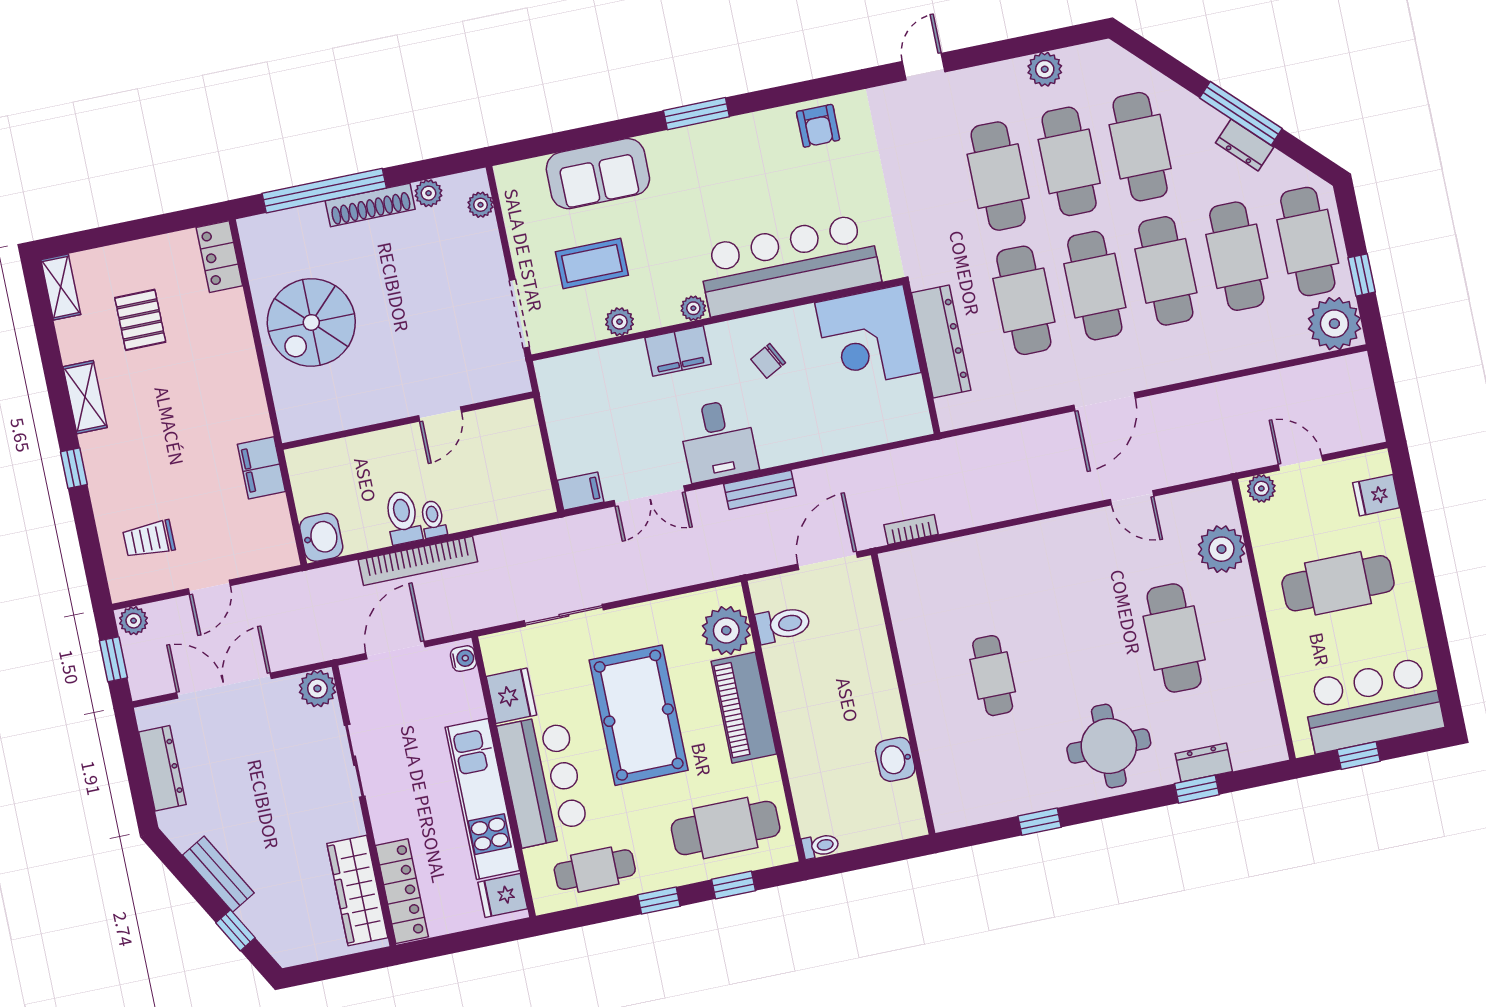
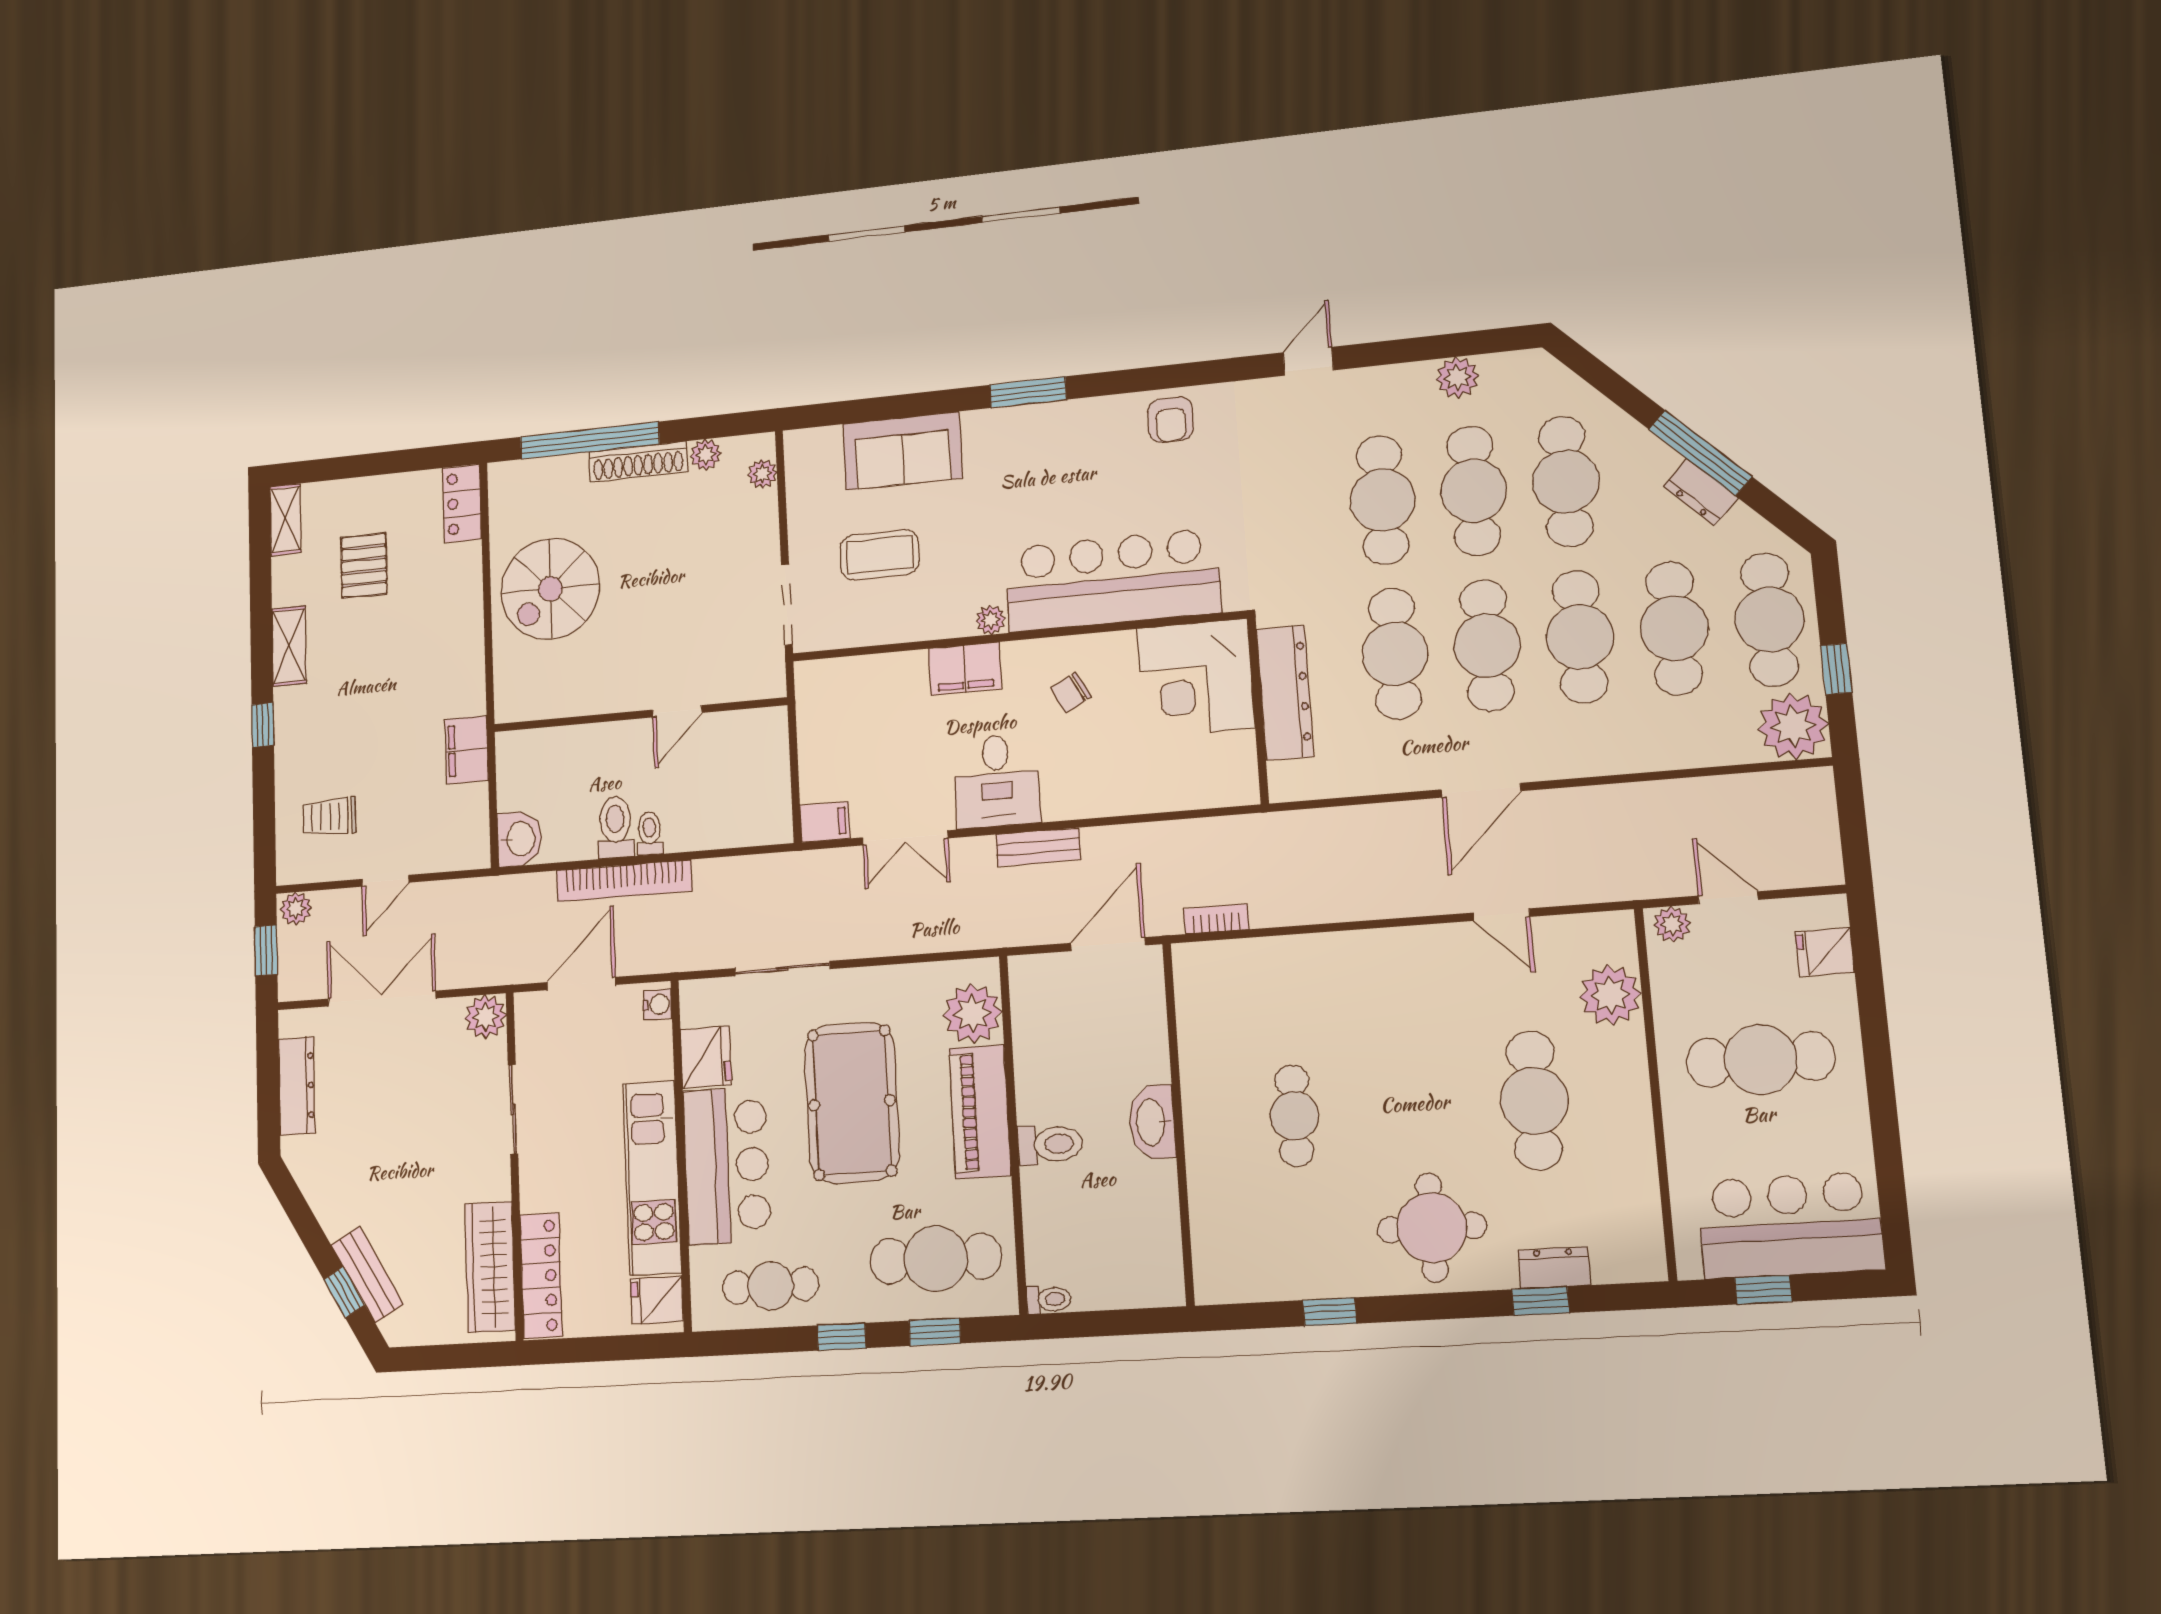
plant: (620, 322) -> (901, 626), removed
toilet: (783, 625) -> (1050, 1144), moved
washbasin: (895, 759) -> (1152, 1122), moved, width x1.38
bench: (218, 874) -> (367, 1274), moved

